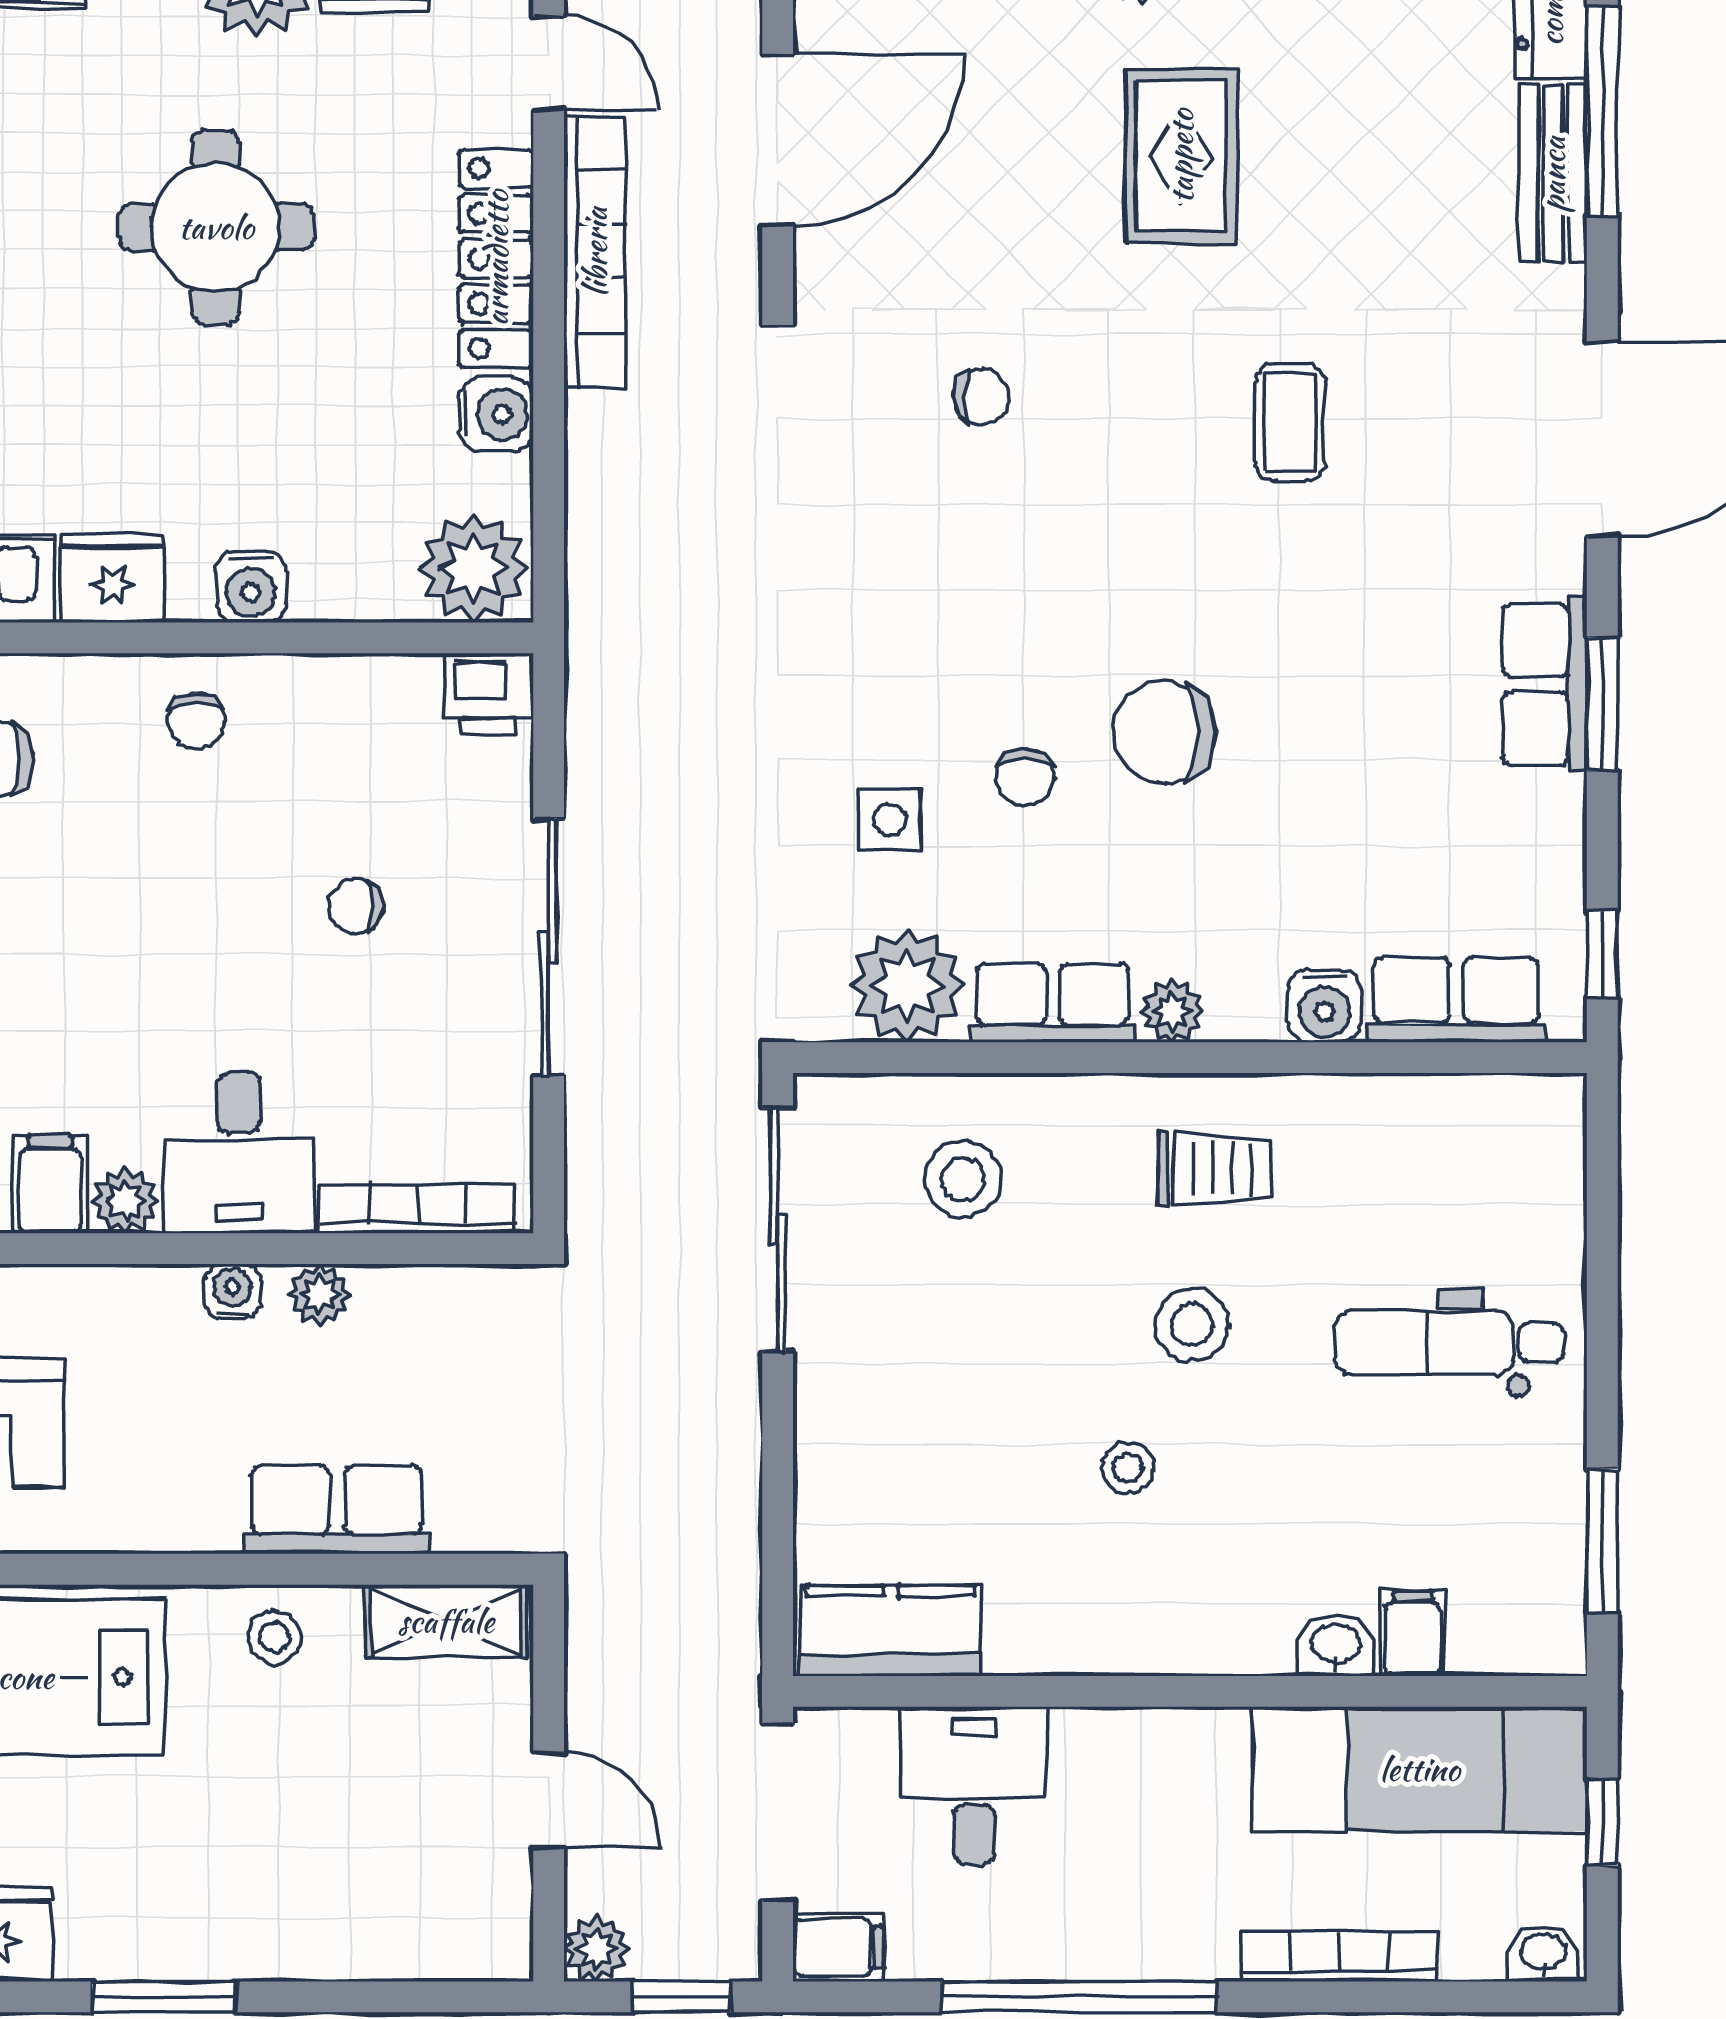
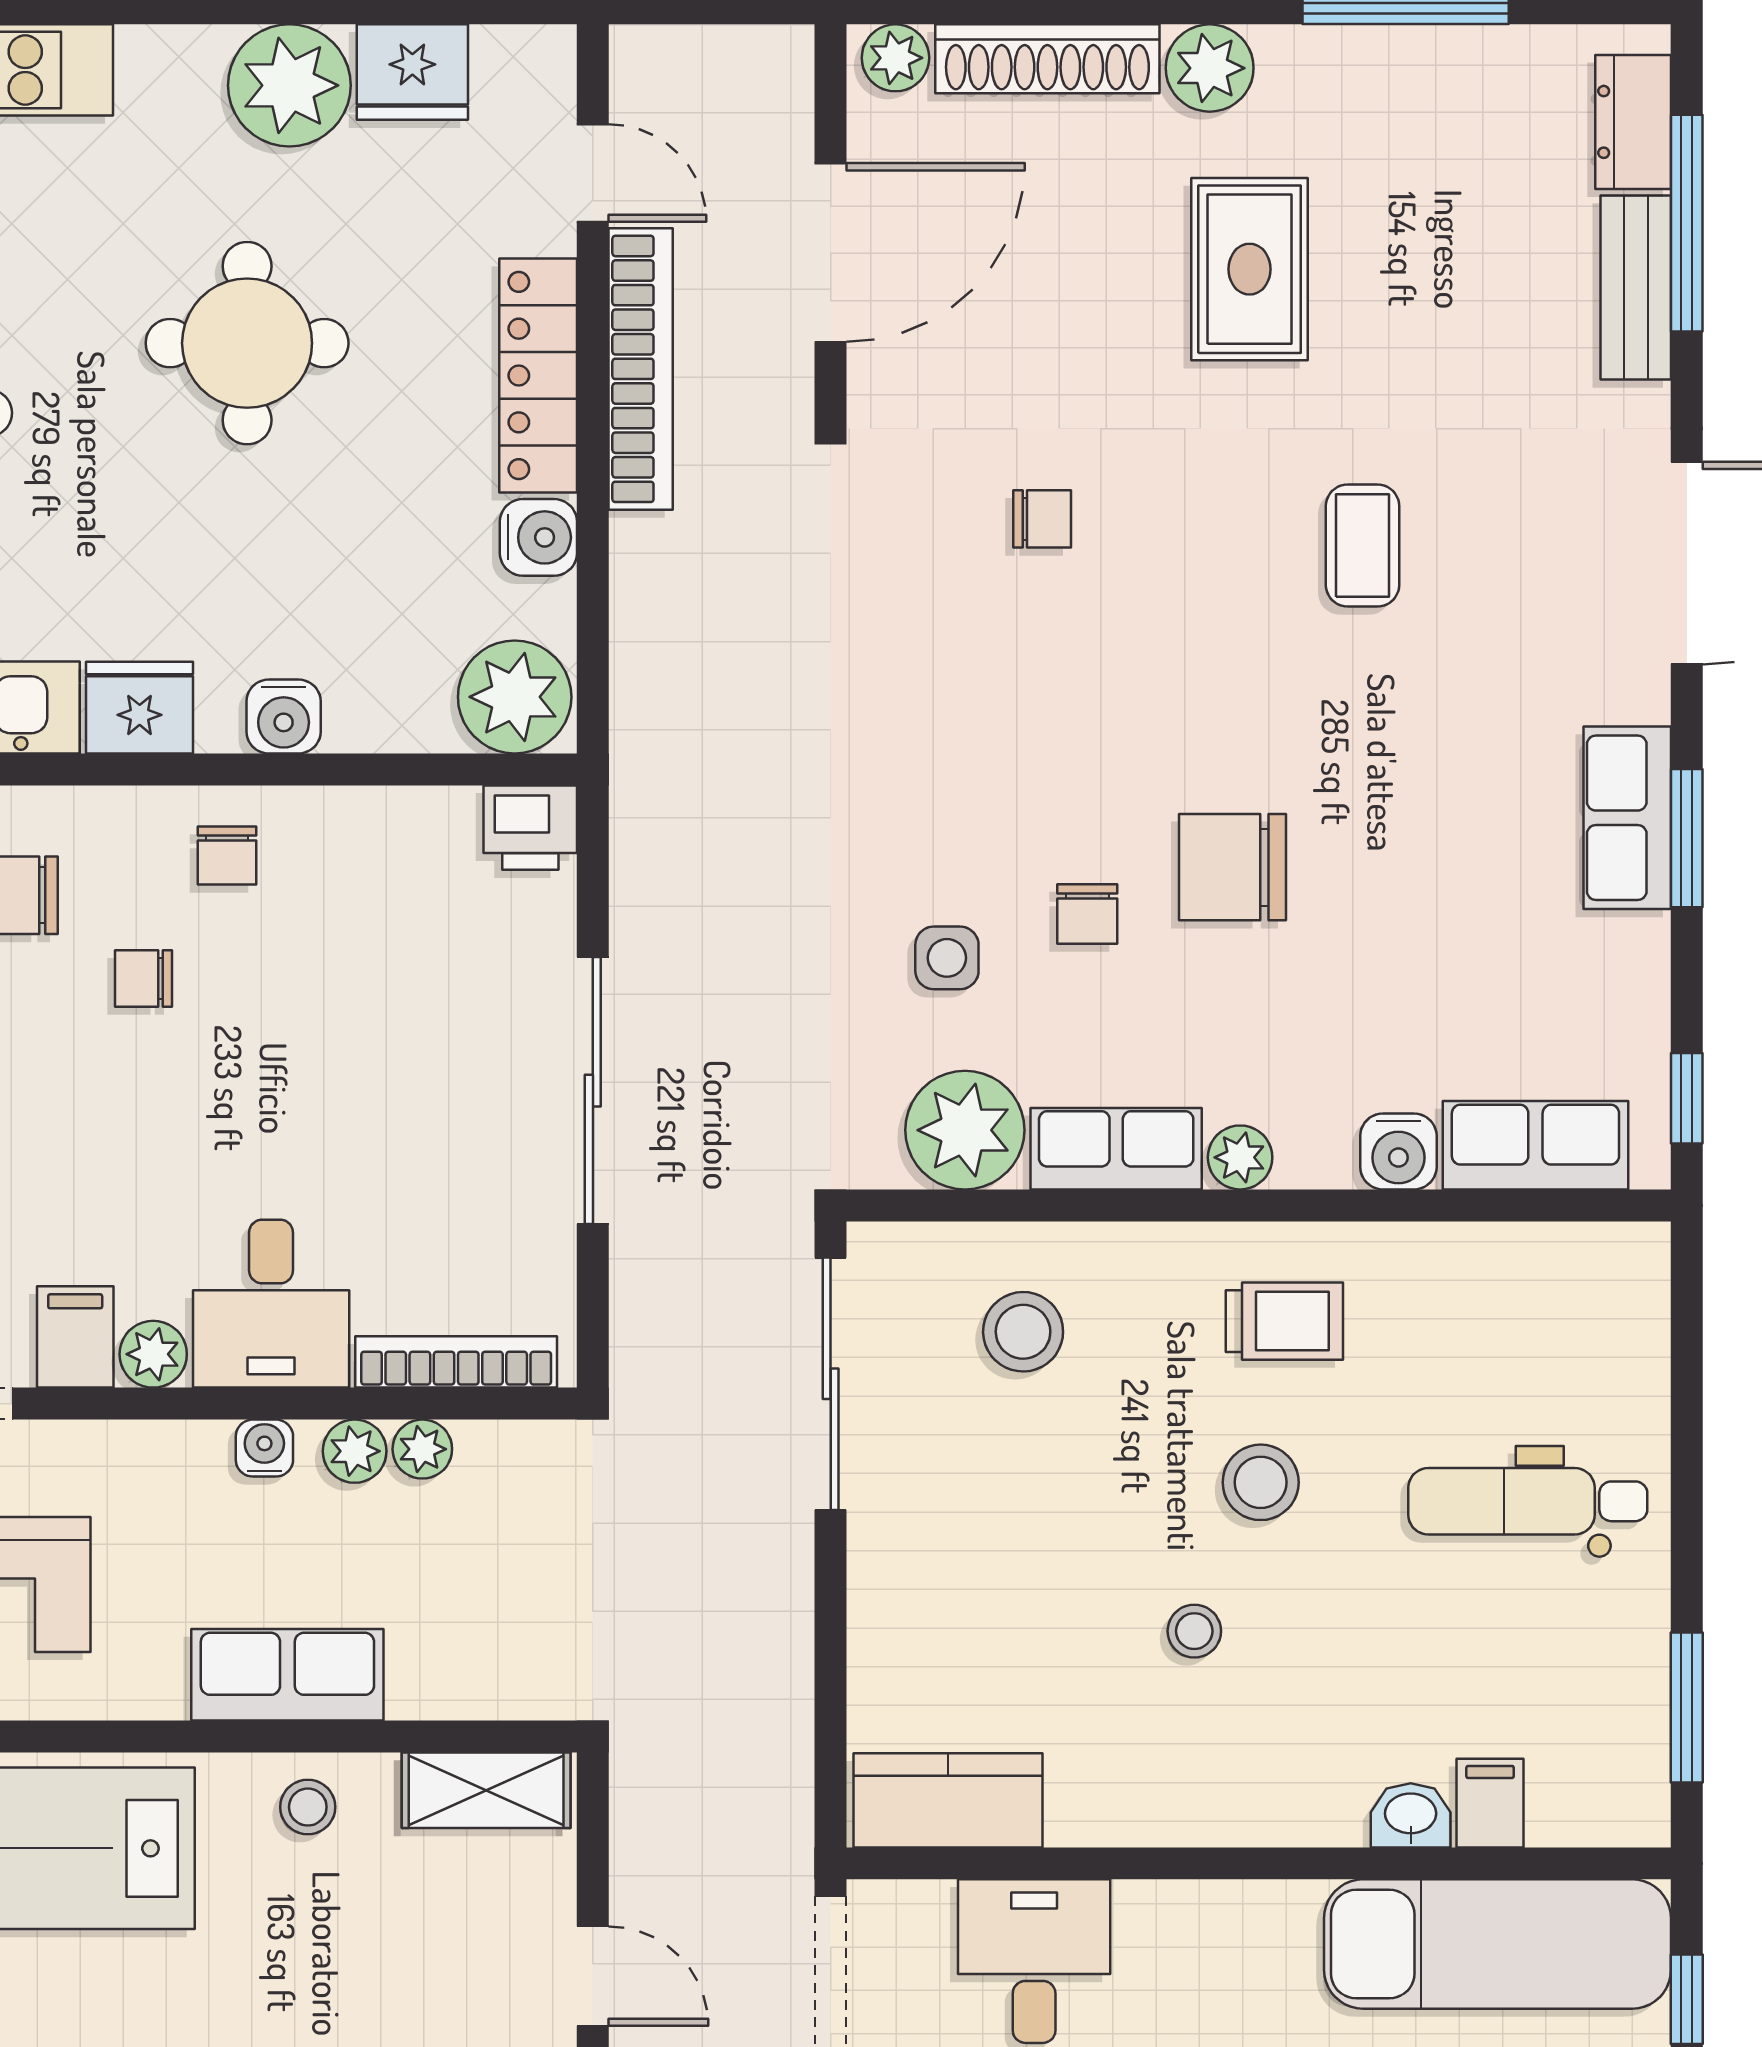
chair: (356, 906) -> (144, 978), moved
plant: (384, 1292) -> (422, 1449), added
row of seats: (337, 1510) -> (287, 1675), moved

